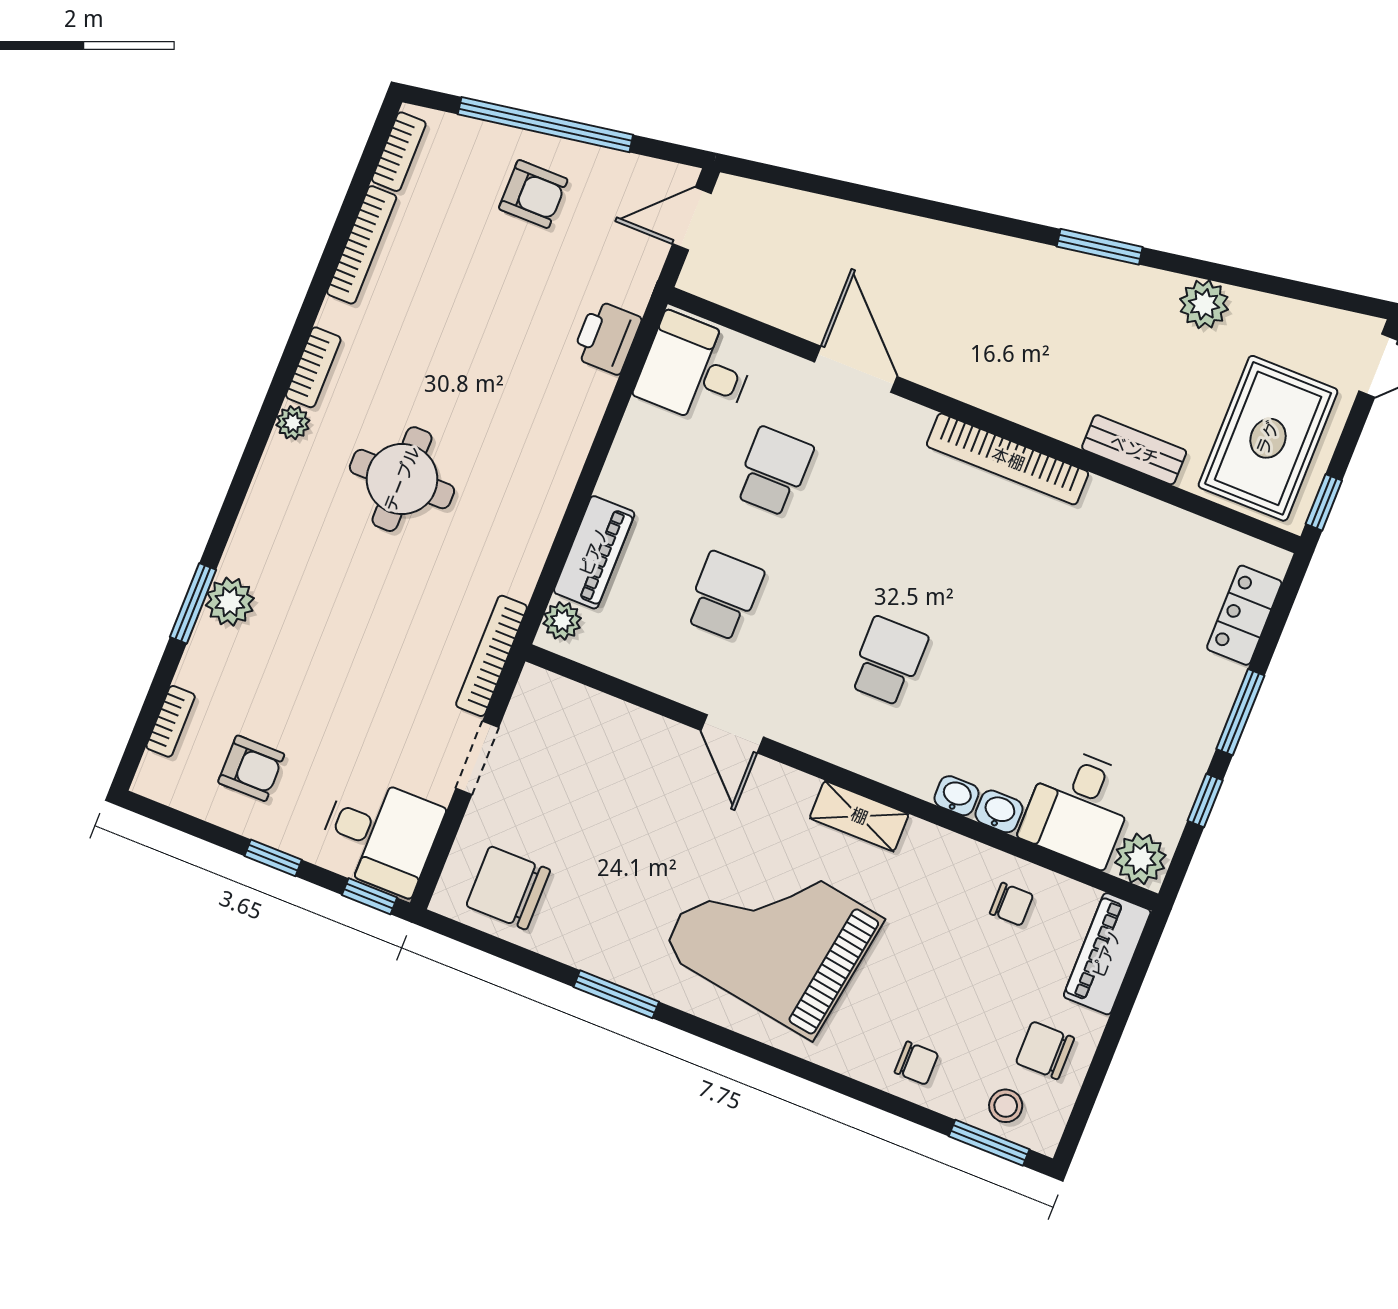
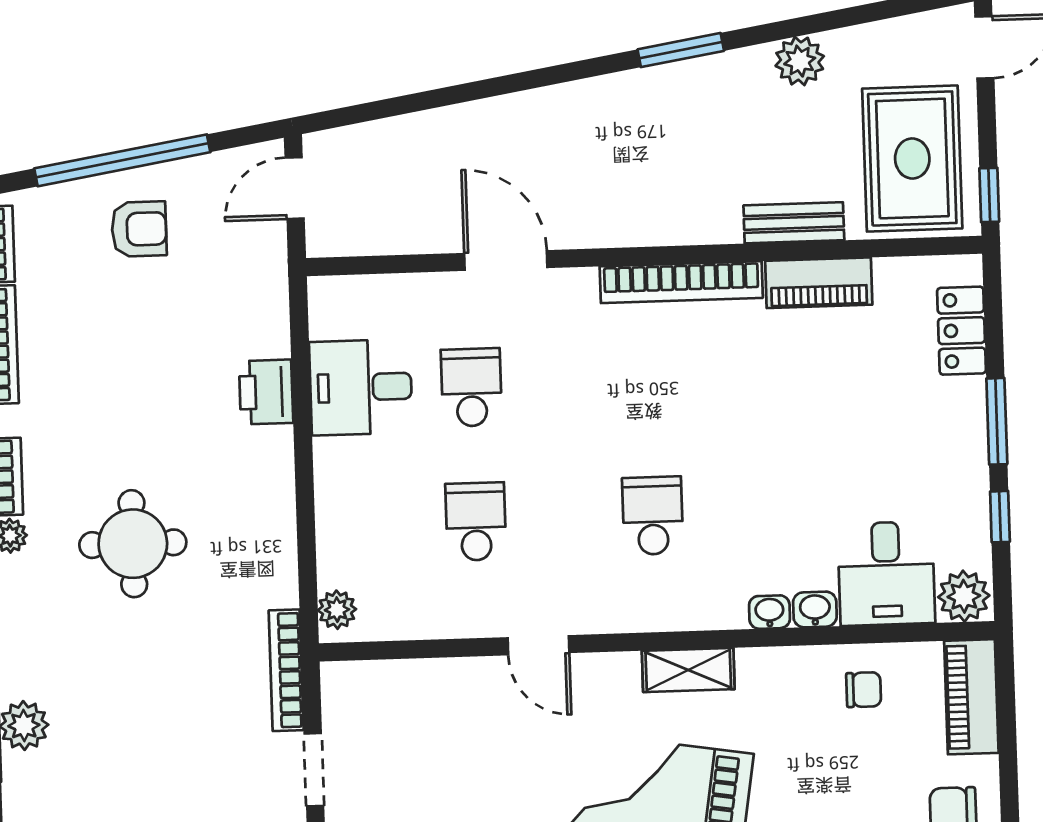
printer: (607, 337) -> (266, 392), moved
desk: (695, 370) -> (361, 387), moved
piano: (594, 552) -> (819, 283), moved, turned 90

